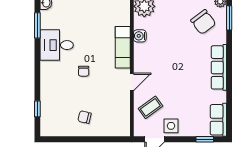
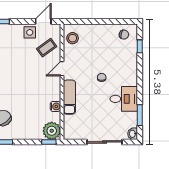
chair: (85, 117) -> (124, 35), moved
stool: (119, 119) -> (73, 38), added

